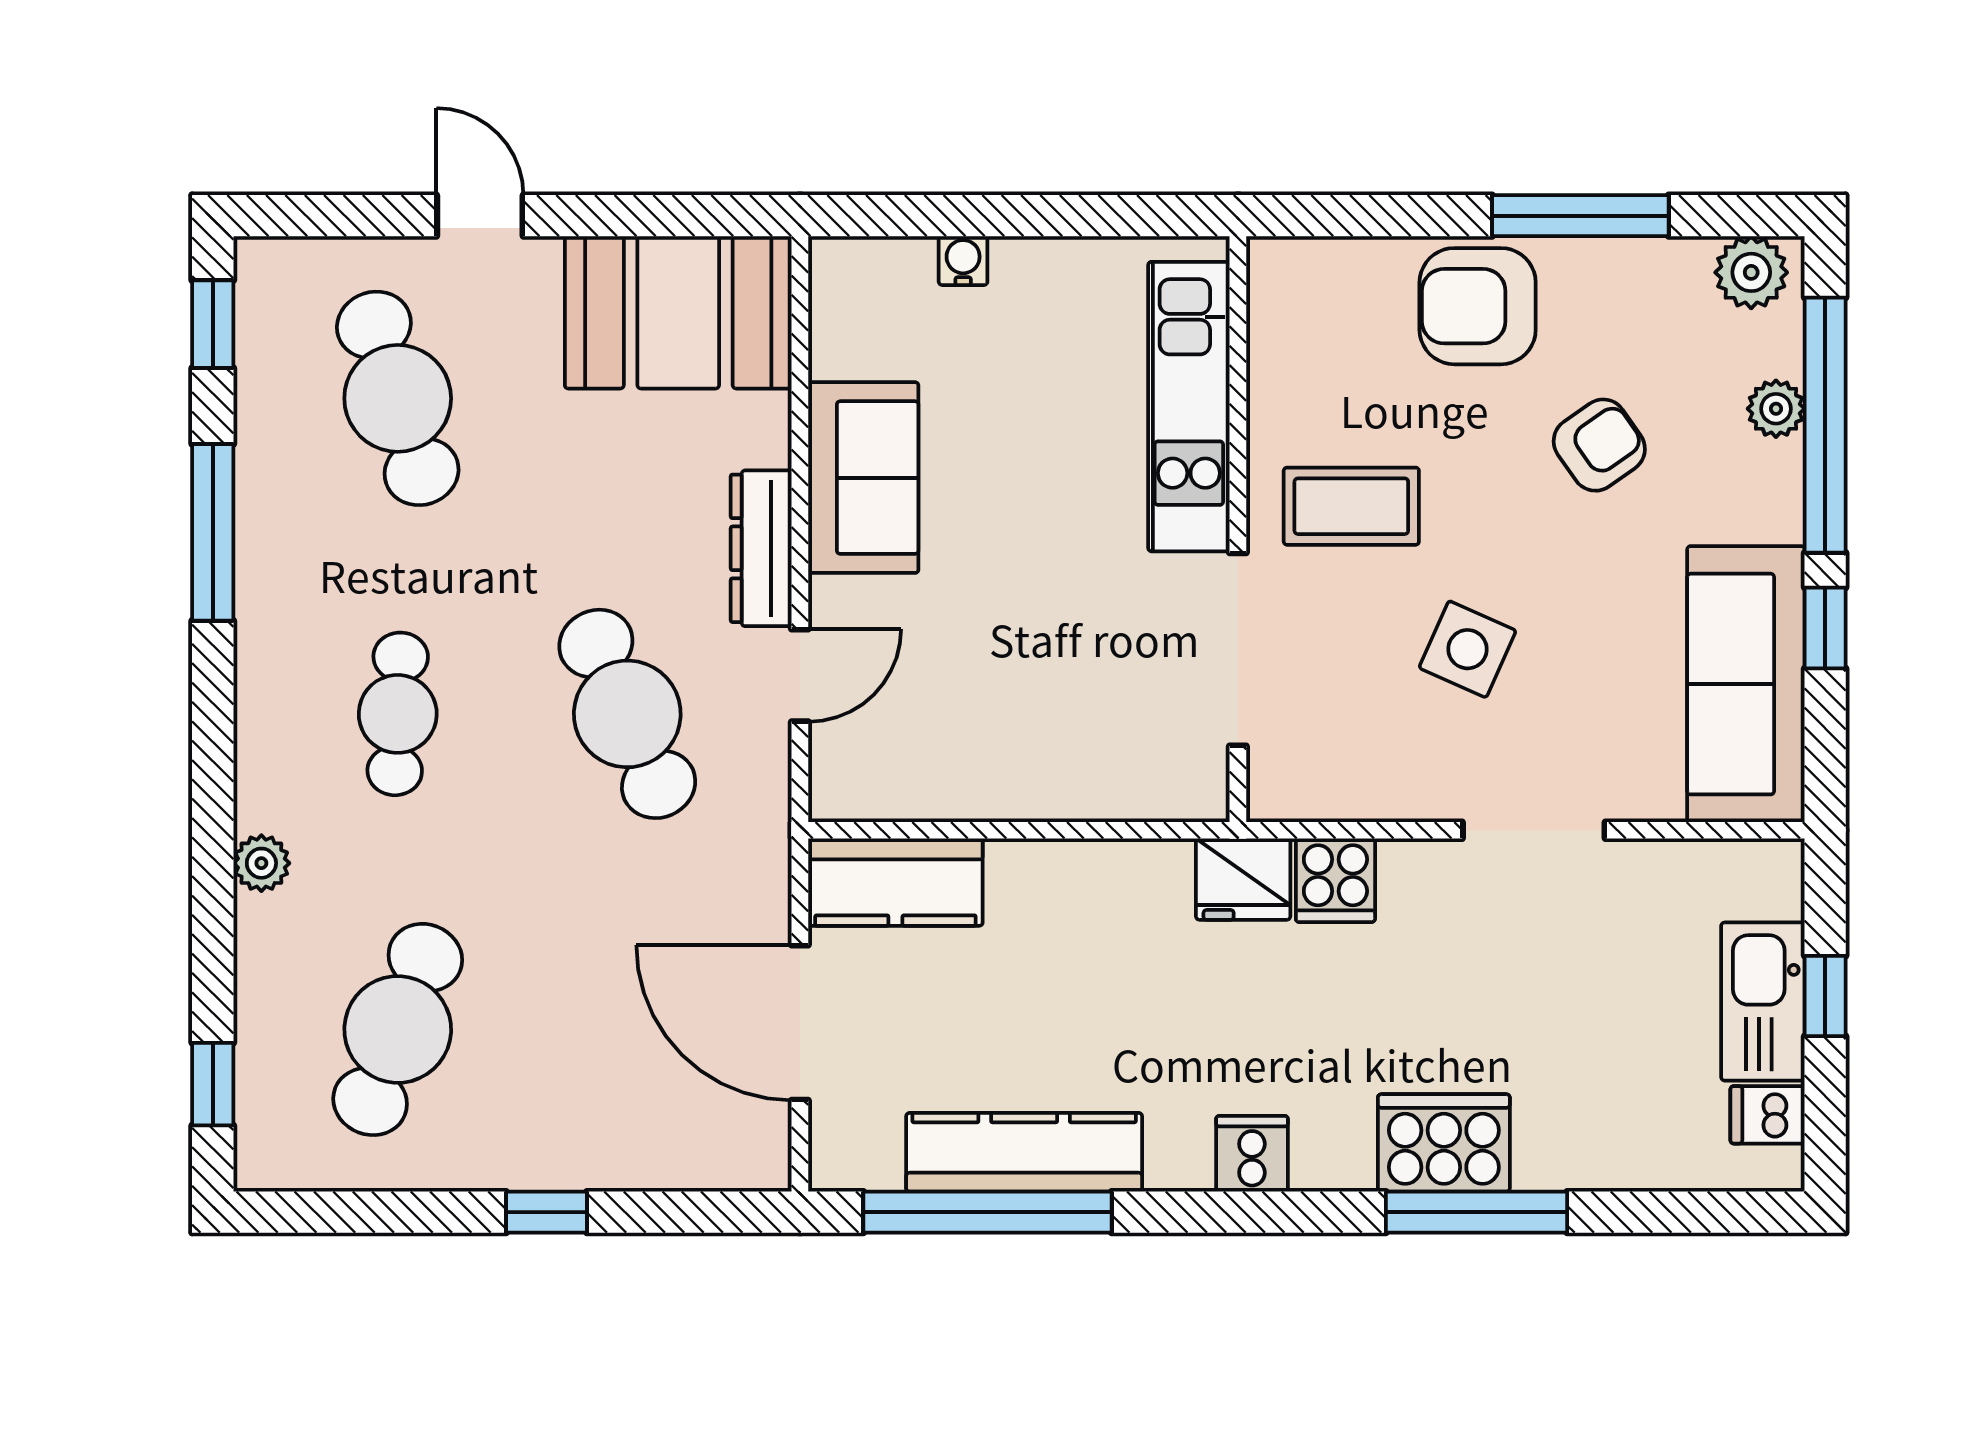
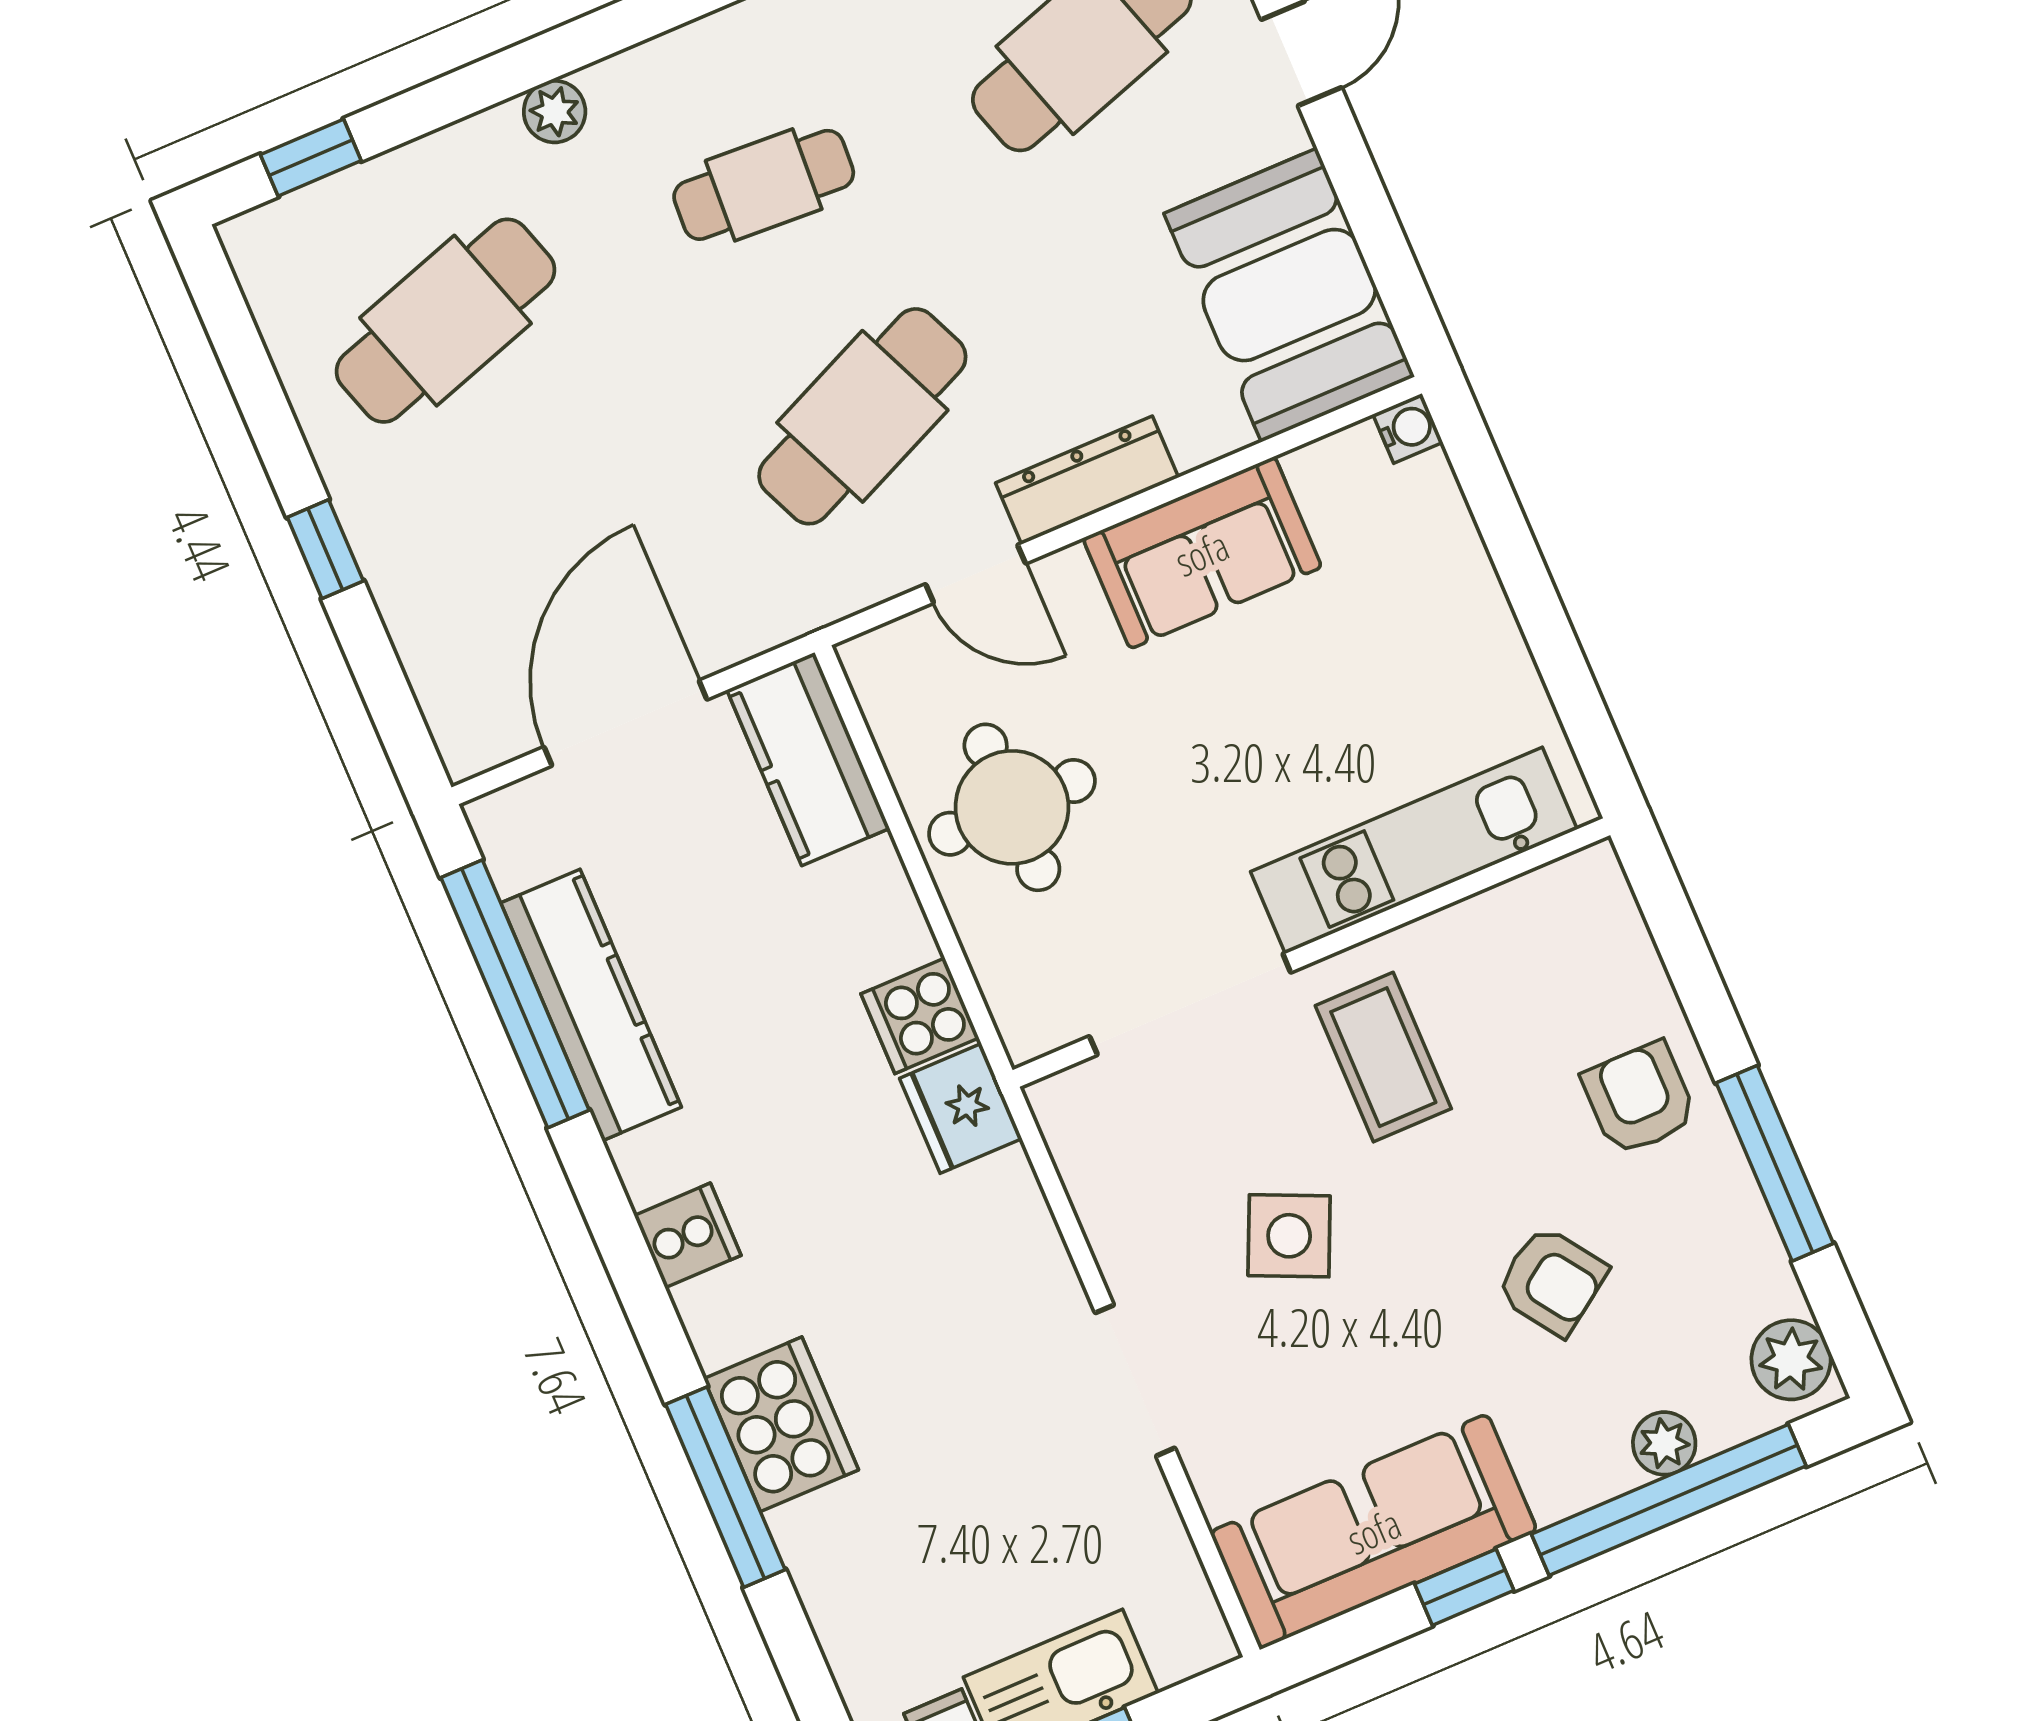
water cooler: (963, 261) -> (1408, 428), moved
armchair: (1478, 306) -> (1639, 1098), width x0.72, depth x0.72
round table: (1009, 728) -> (1012, 807), added
cooker: (1335, 880) -> (920, 1016), moved
cafe table: (398, 1029) -> (446, 321), turned -39

